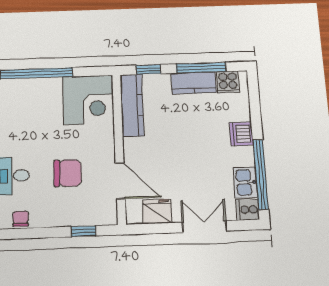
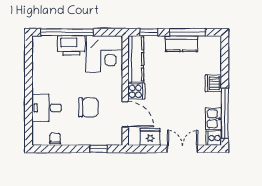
cooker: (228, 82) -> (136, 91), moved, turned -90
printer: (43, 90) -> (71, 46), added

